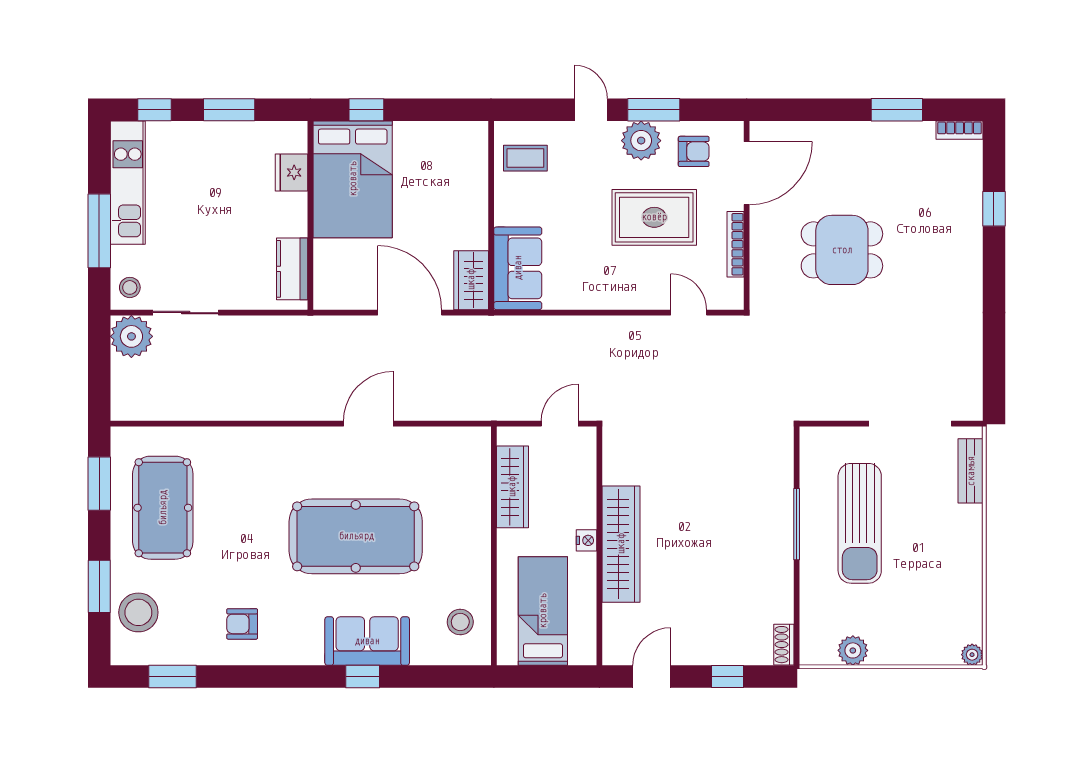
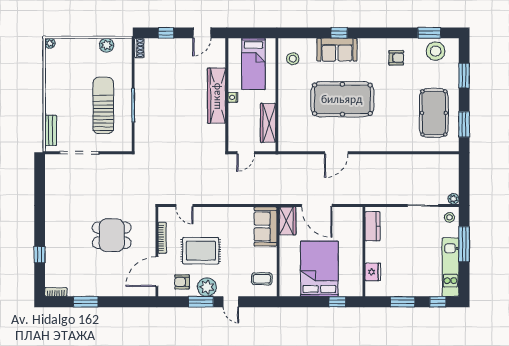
bed: (353, 179) -> (319, 269), moved
plant: (131, 336) -> (453, 199), width x0.53, depth x0.53
stool: (138, 612) -> (436, 51), moved

